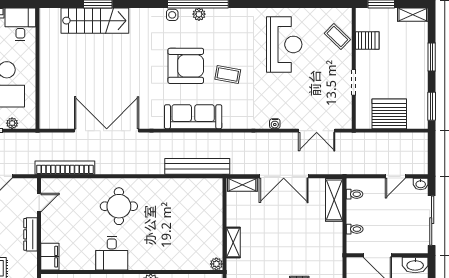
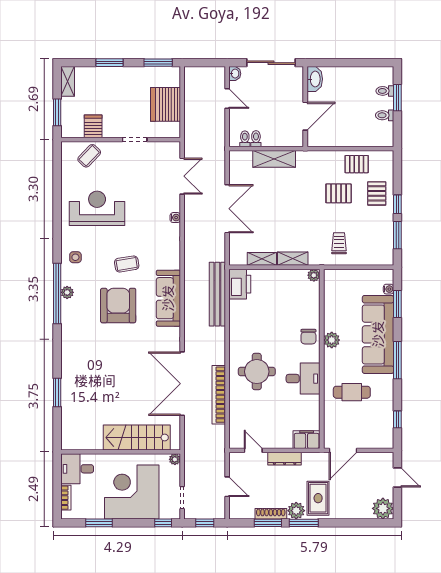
side table: (172, 15) -> (75, 257), moved
stairs: (95, 21) -> (137, 437), moved, turned -90
coffee table: (228, 74) -> (127, 264), turned 71
plant: (12, 123) -> (175, 459), moved
bookcase: (65, 168) -> (219, 395), moved
shelving: (242, 185) -> (262, 259), moved, turned 90
printer: (207, 189) -> (240, 284), added
shelving: (334, 200) -> (274, 159), moved
toilet: (355, 229) -> (256, 139), moved
chair: (154, 259) -> (308, 337), added

